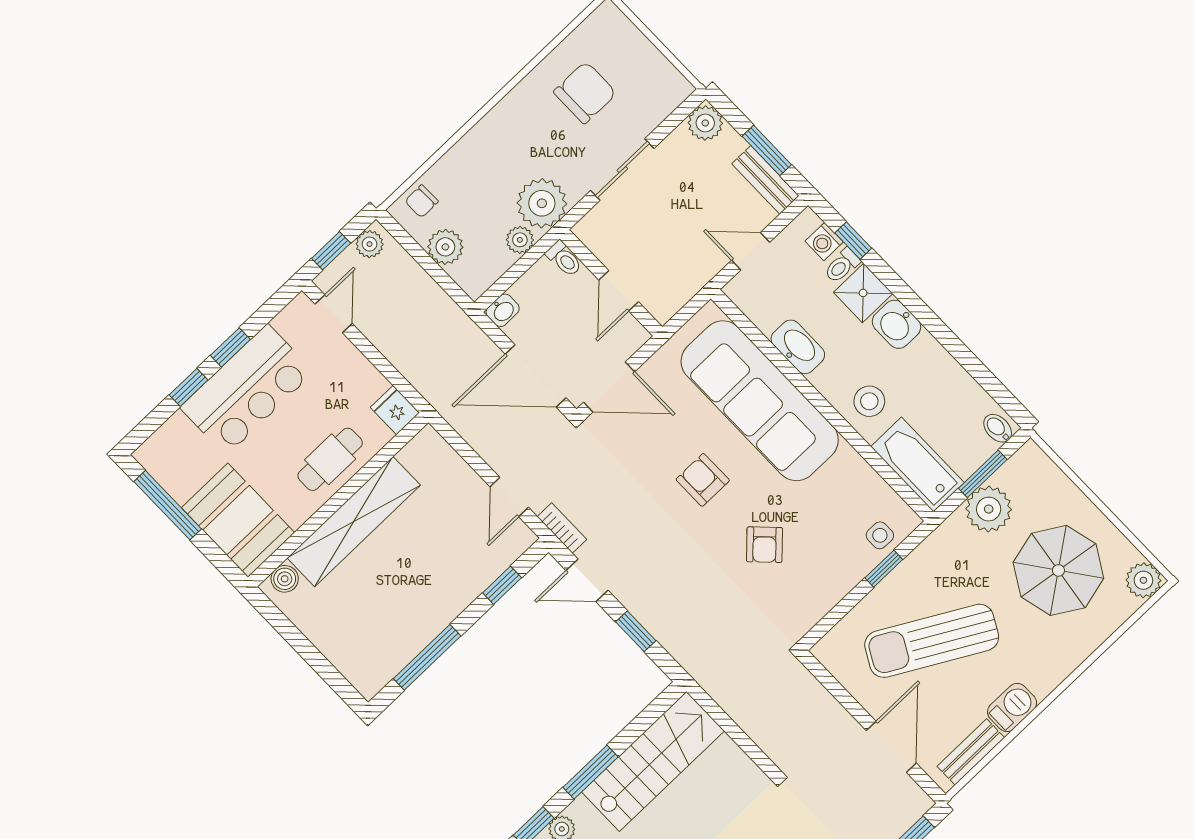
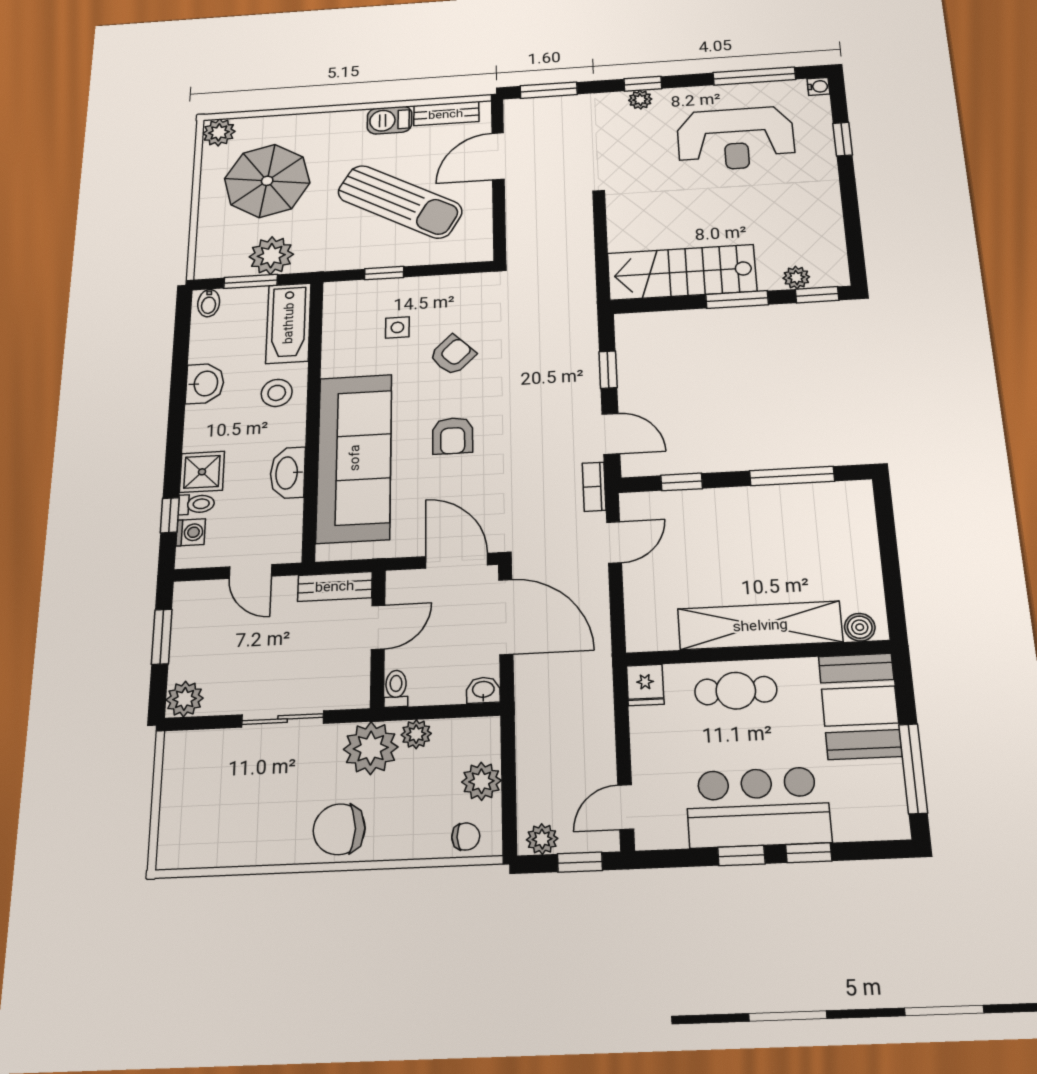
chair: (585, 93) -> (339, 829), moved
bench: (765, 180) -> (335, 586), moved, turned 90
washbasin: (897, 324) -> (205, 384), moved
side table: (880, 535) -> (397, 327), moved

